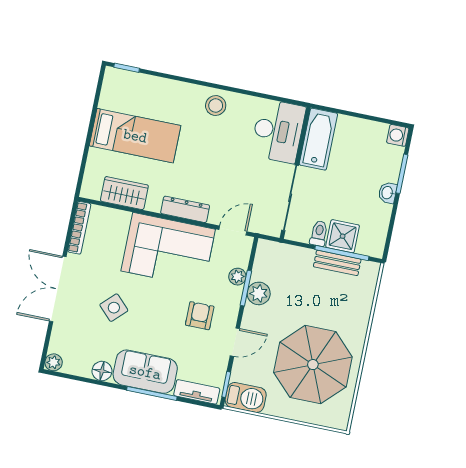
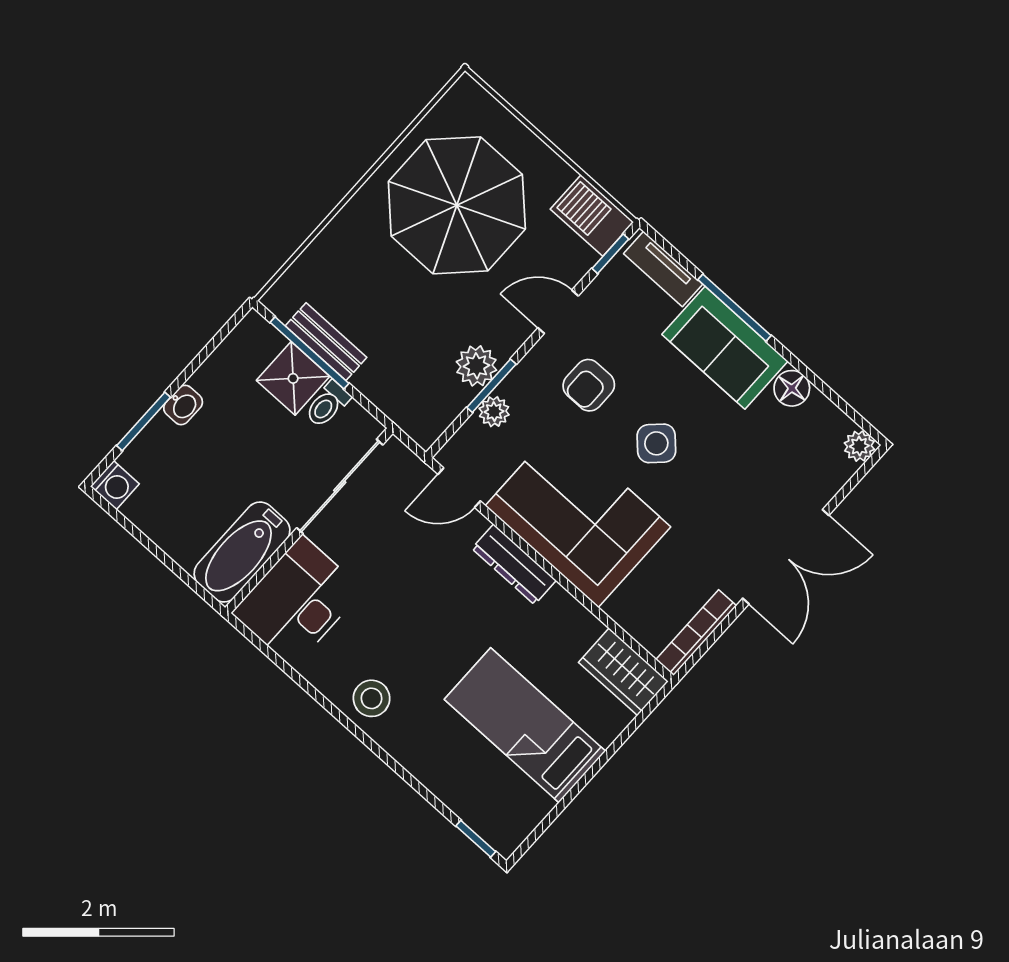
wardrobe: (124, 193) -> (623, 672), moved
side table: (114, 308) -> (656, 443), moved

